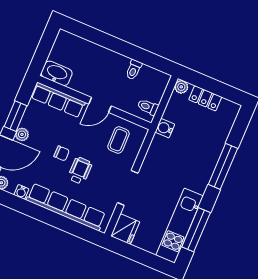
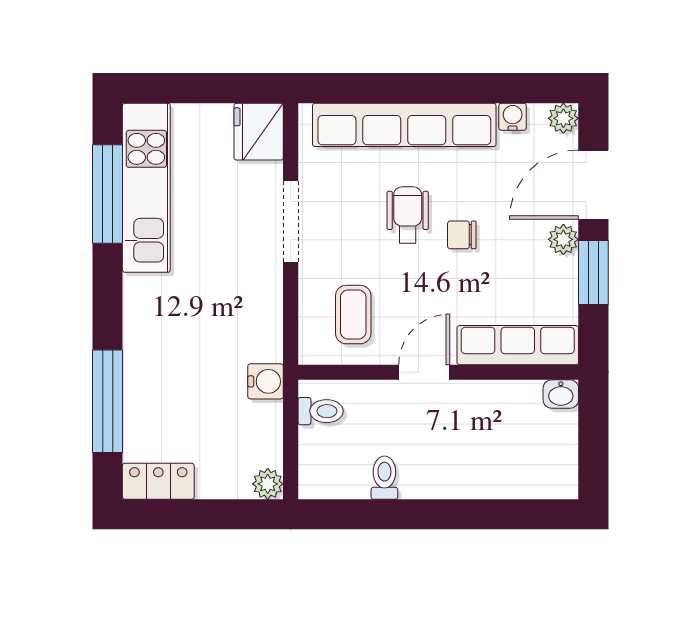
washbasin: (57, 73) -> (561, 394), width x0.52, depth x0.69
locker: (205, 98) -> (158, 481), moved
window: (223, 166) -> (108, 401), moved
wheelchair: (80, 171) -> (408, 215), turned 180

